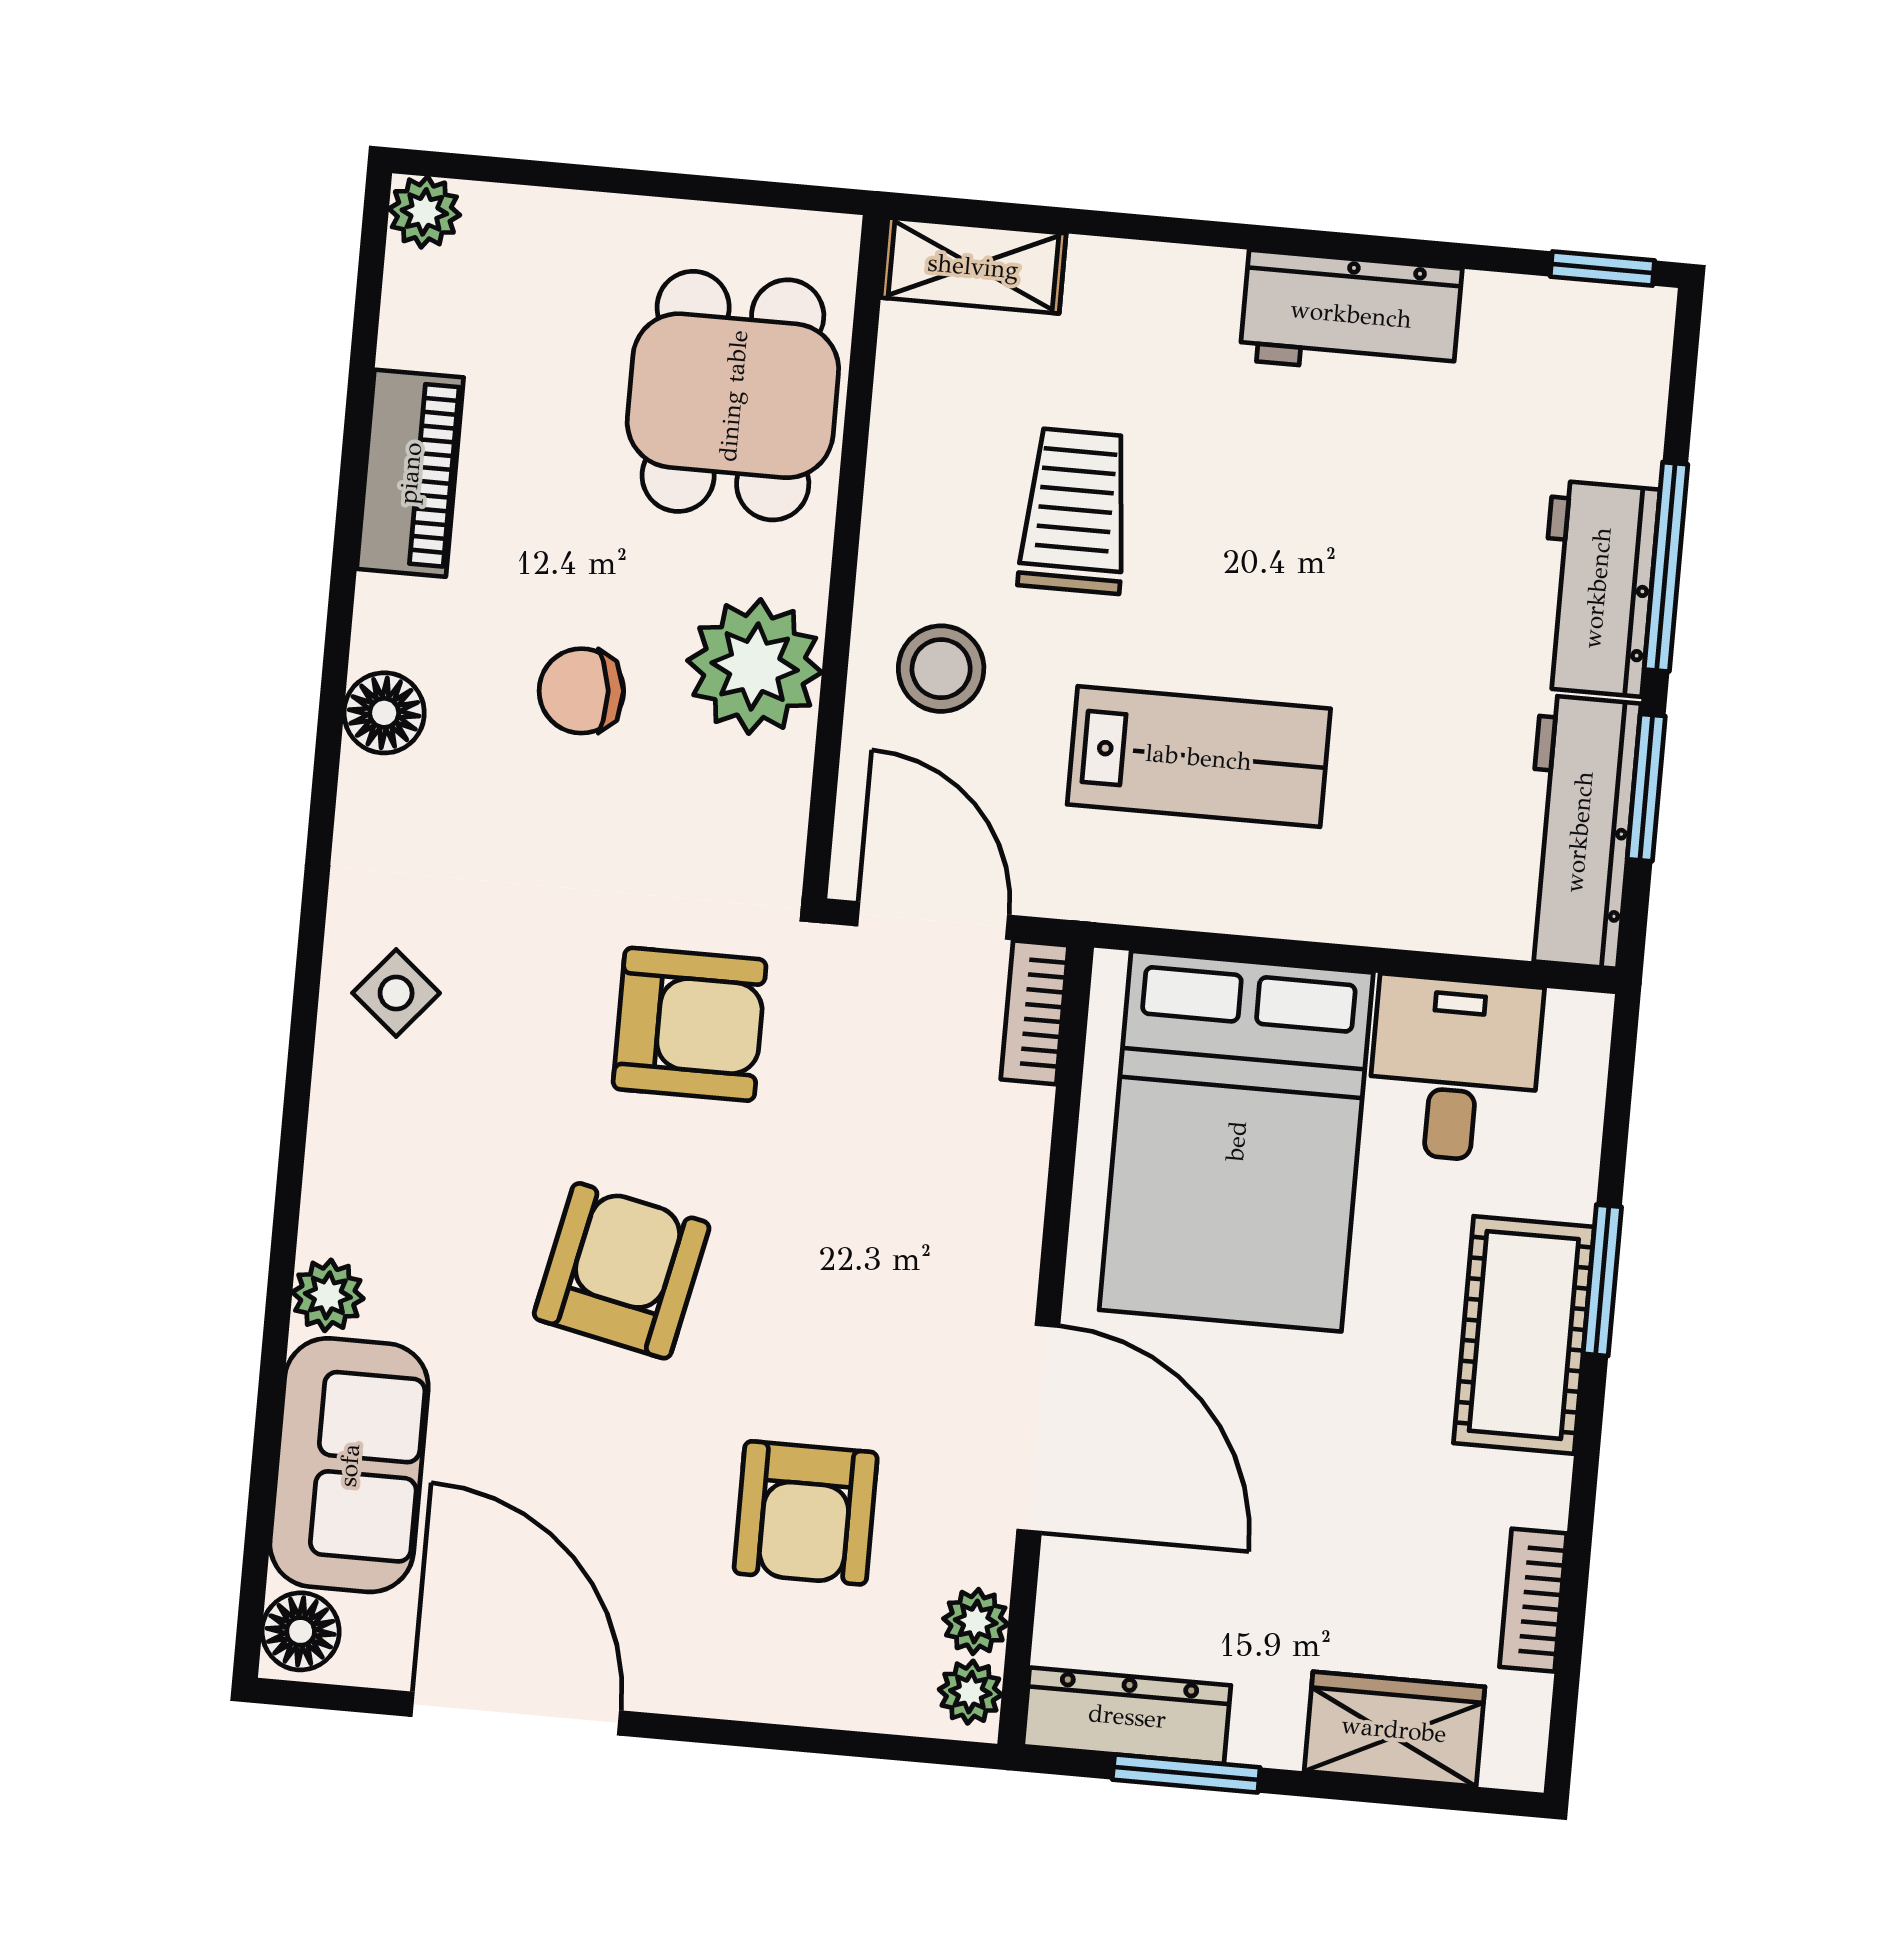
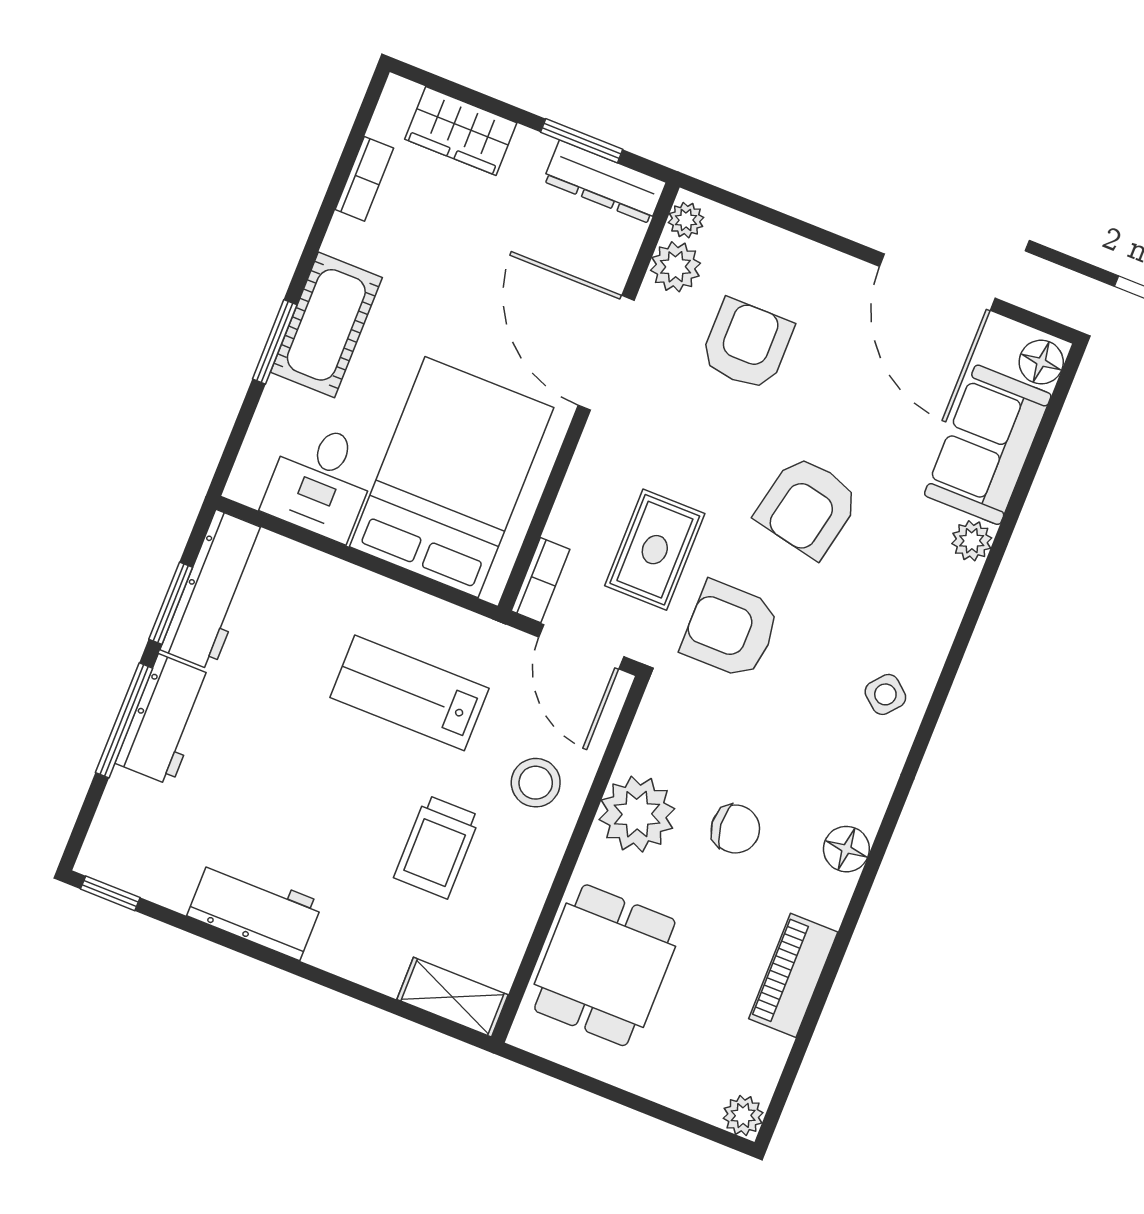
rug: (857, 1121) -> (655, 550), added
plant: (976, 1621) -> (676, 267), width x1.38, depth x1.38

